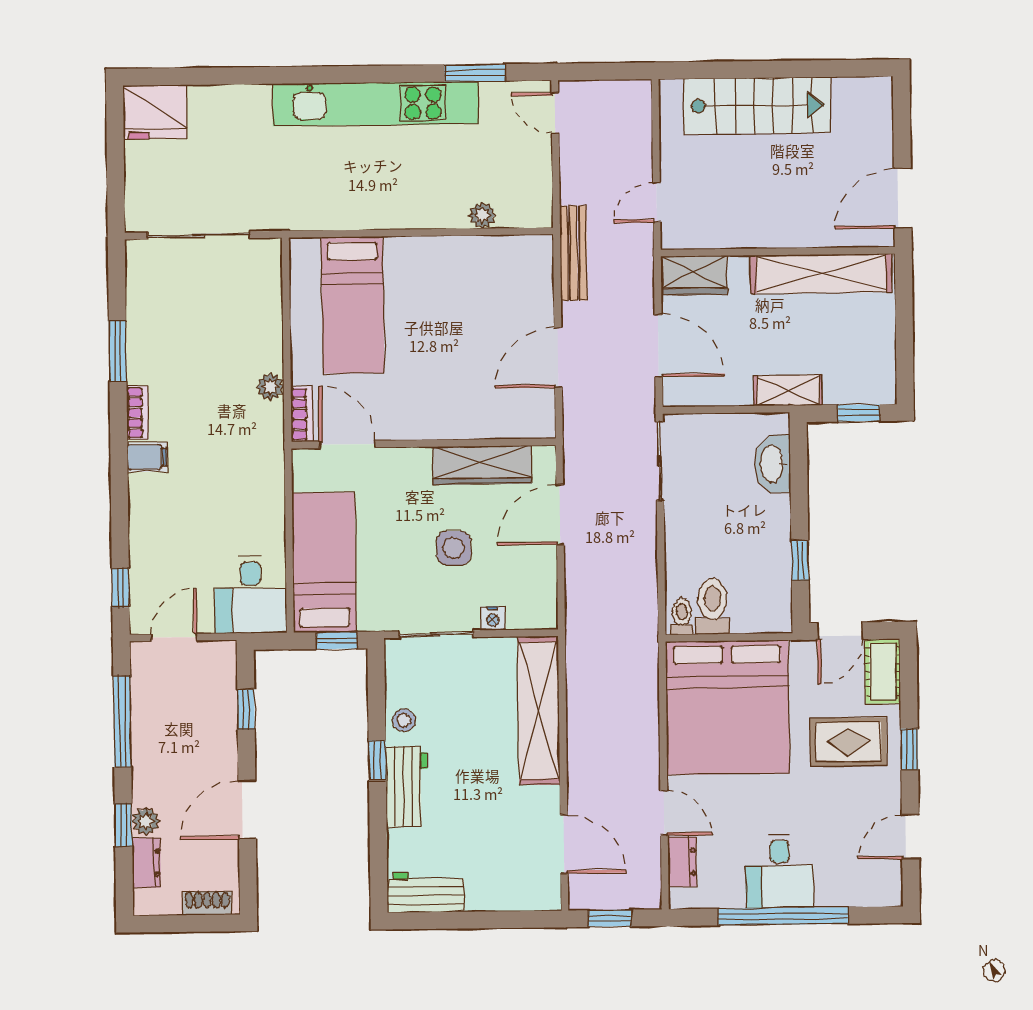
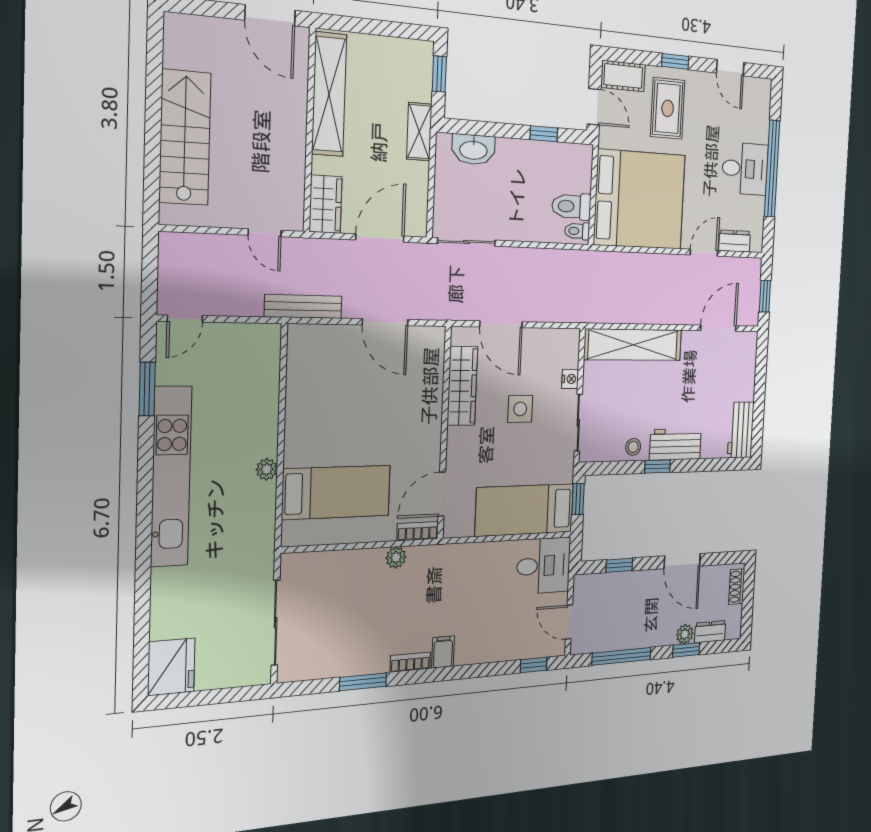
plant: (482, 215) -> (267, 469), moved

